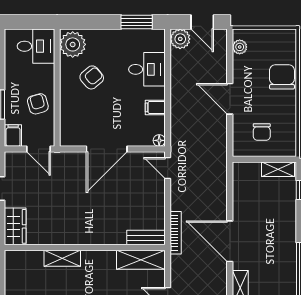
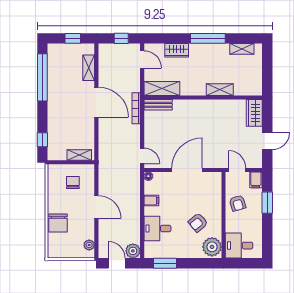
shelving: (278, 169) -> (79, 155), moved

